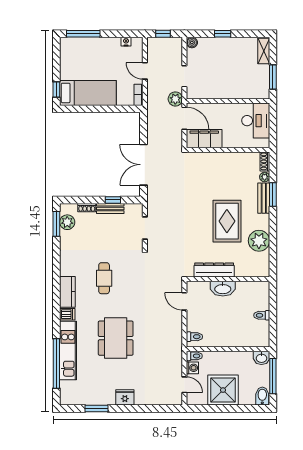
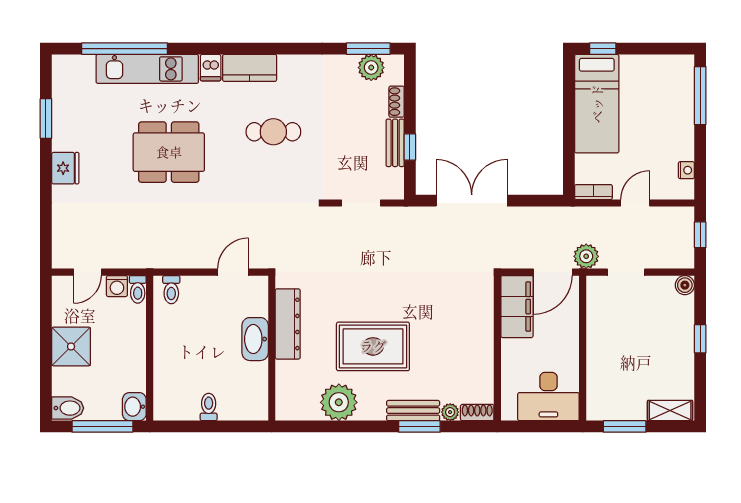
shower: (223, 390) -> (71, 346), width x0.73, depth x0.73

